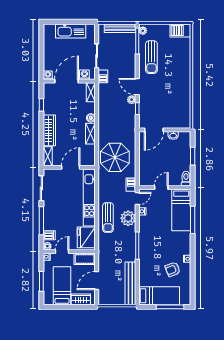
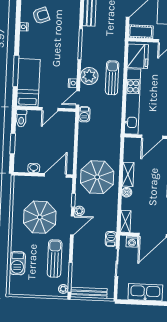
barbecue: (180, 30) -> (17, 263), moved, turned 90
door: (137, 87) -> (72, 225), hinge flipped
parasol: (166, 93) -> (40, 217), added
parasol: (115, 157) -> (97, 177), moved

